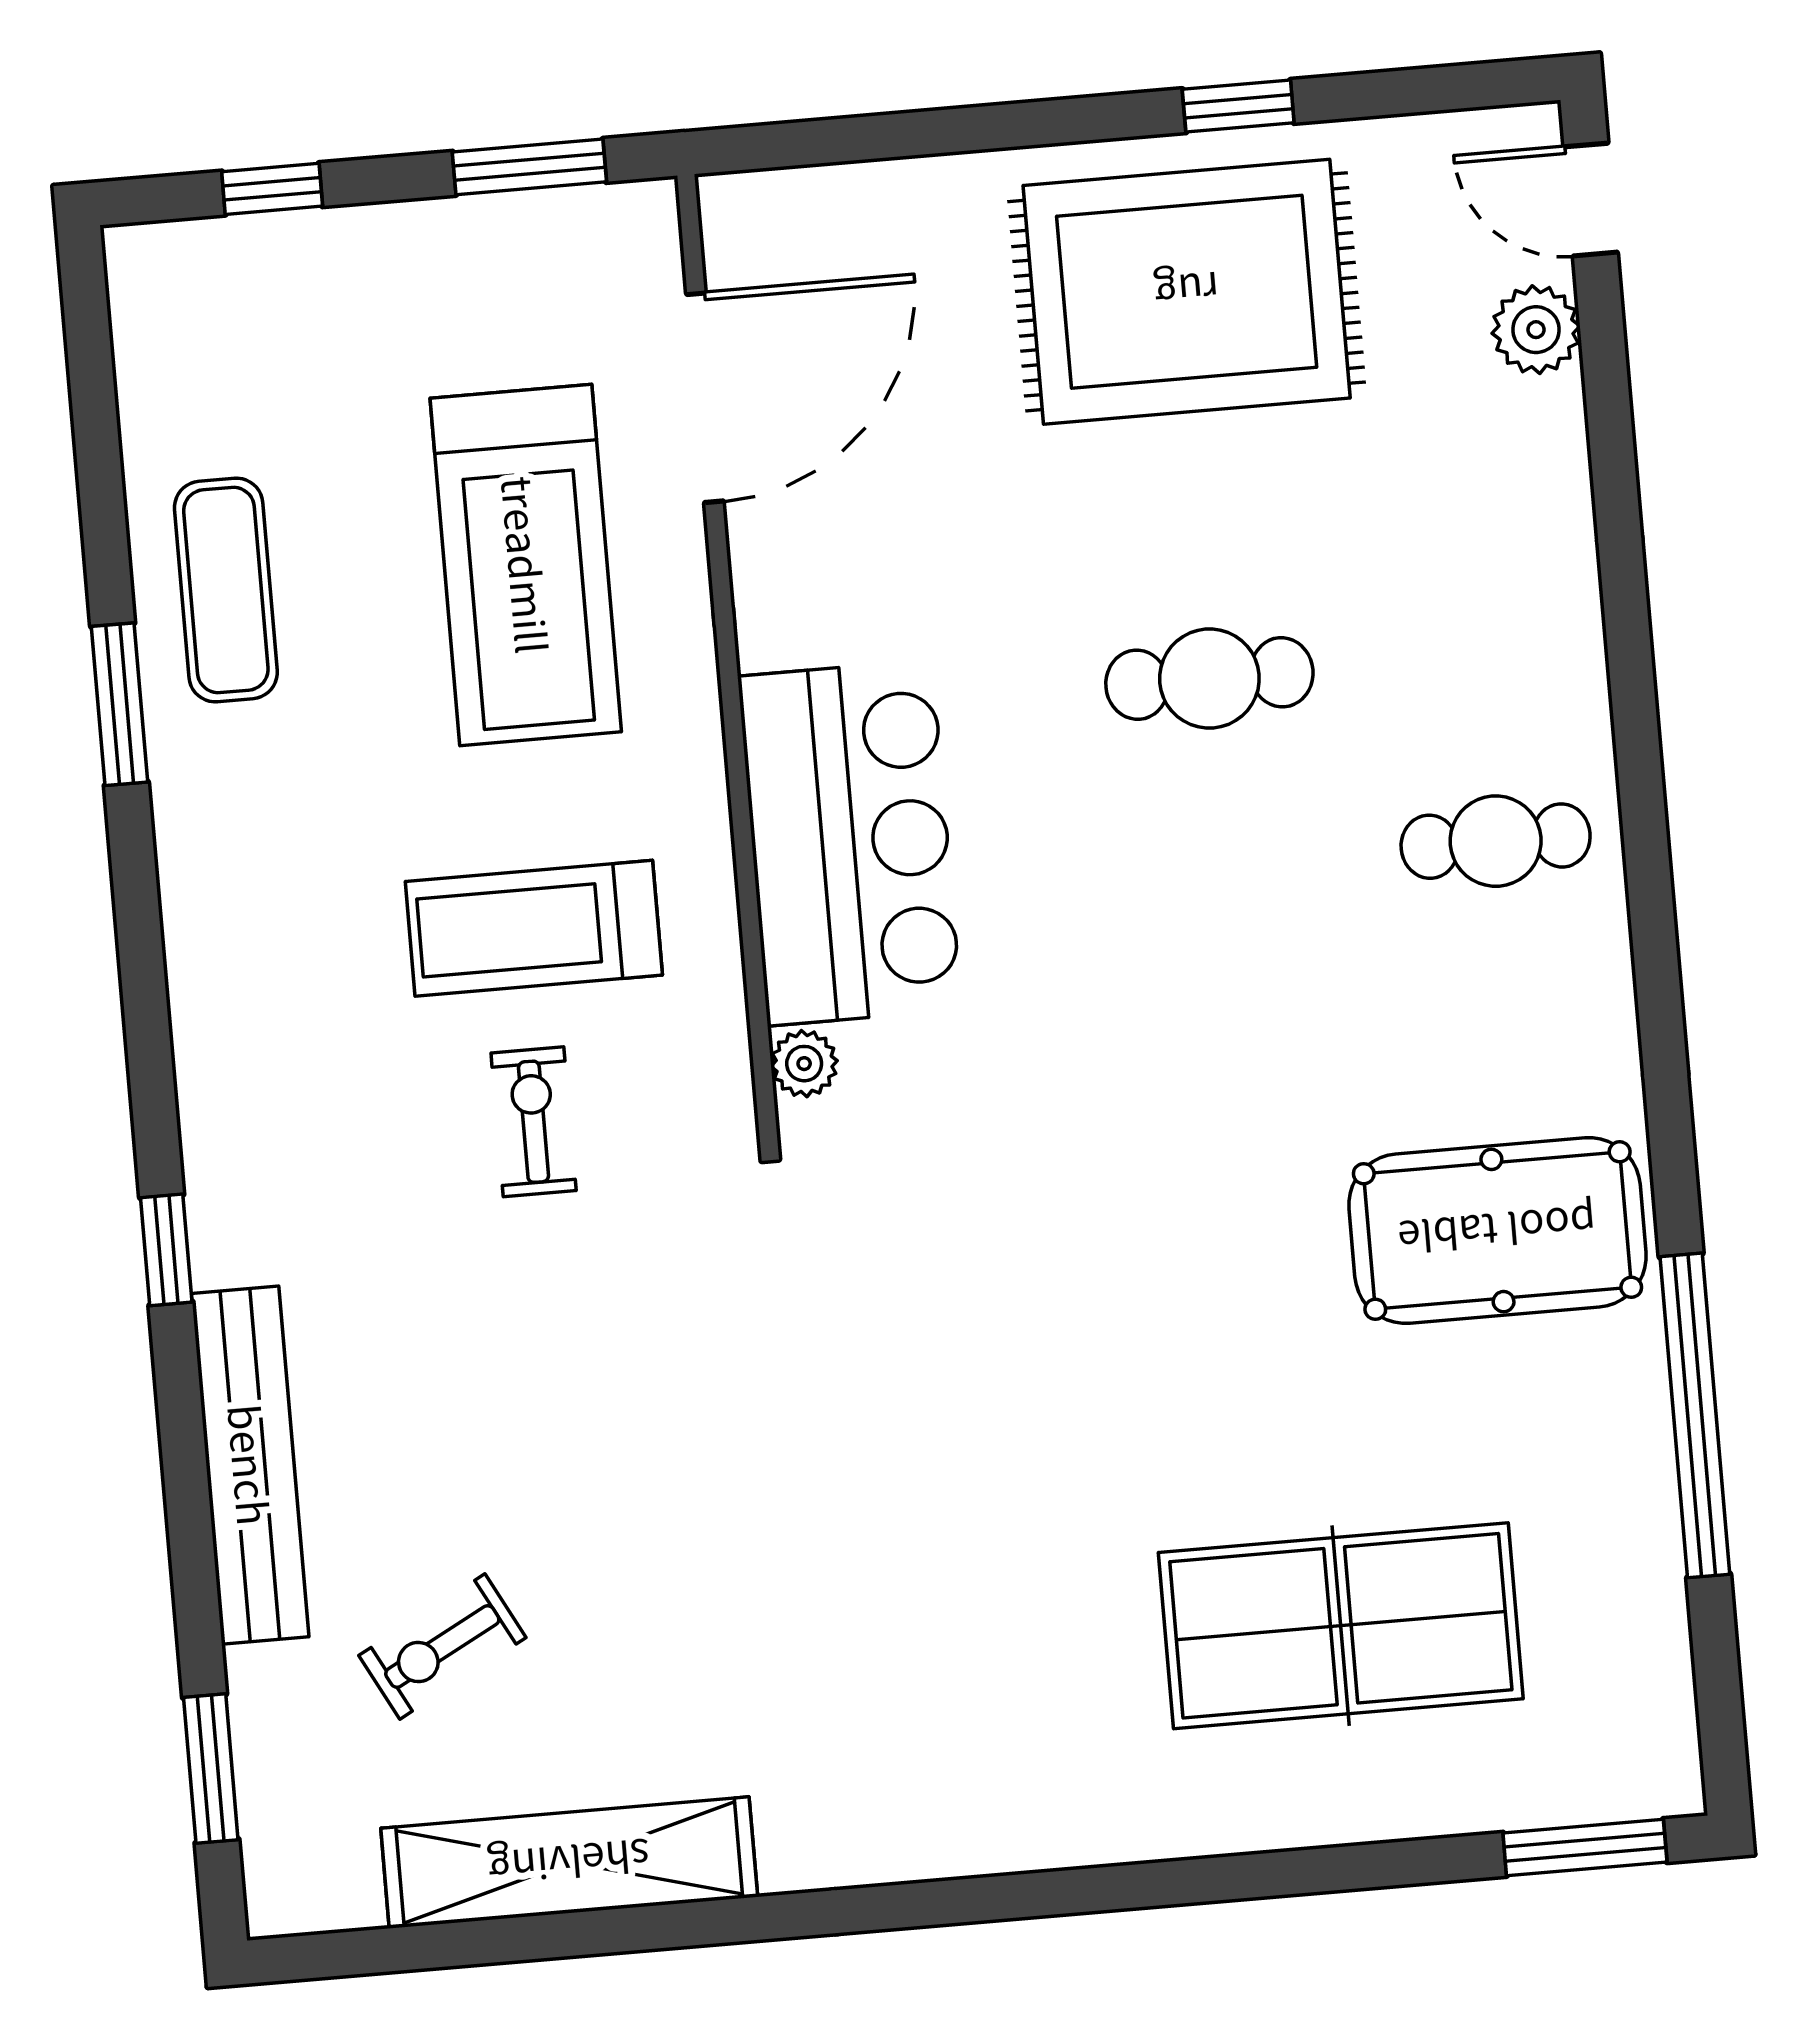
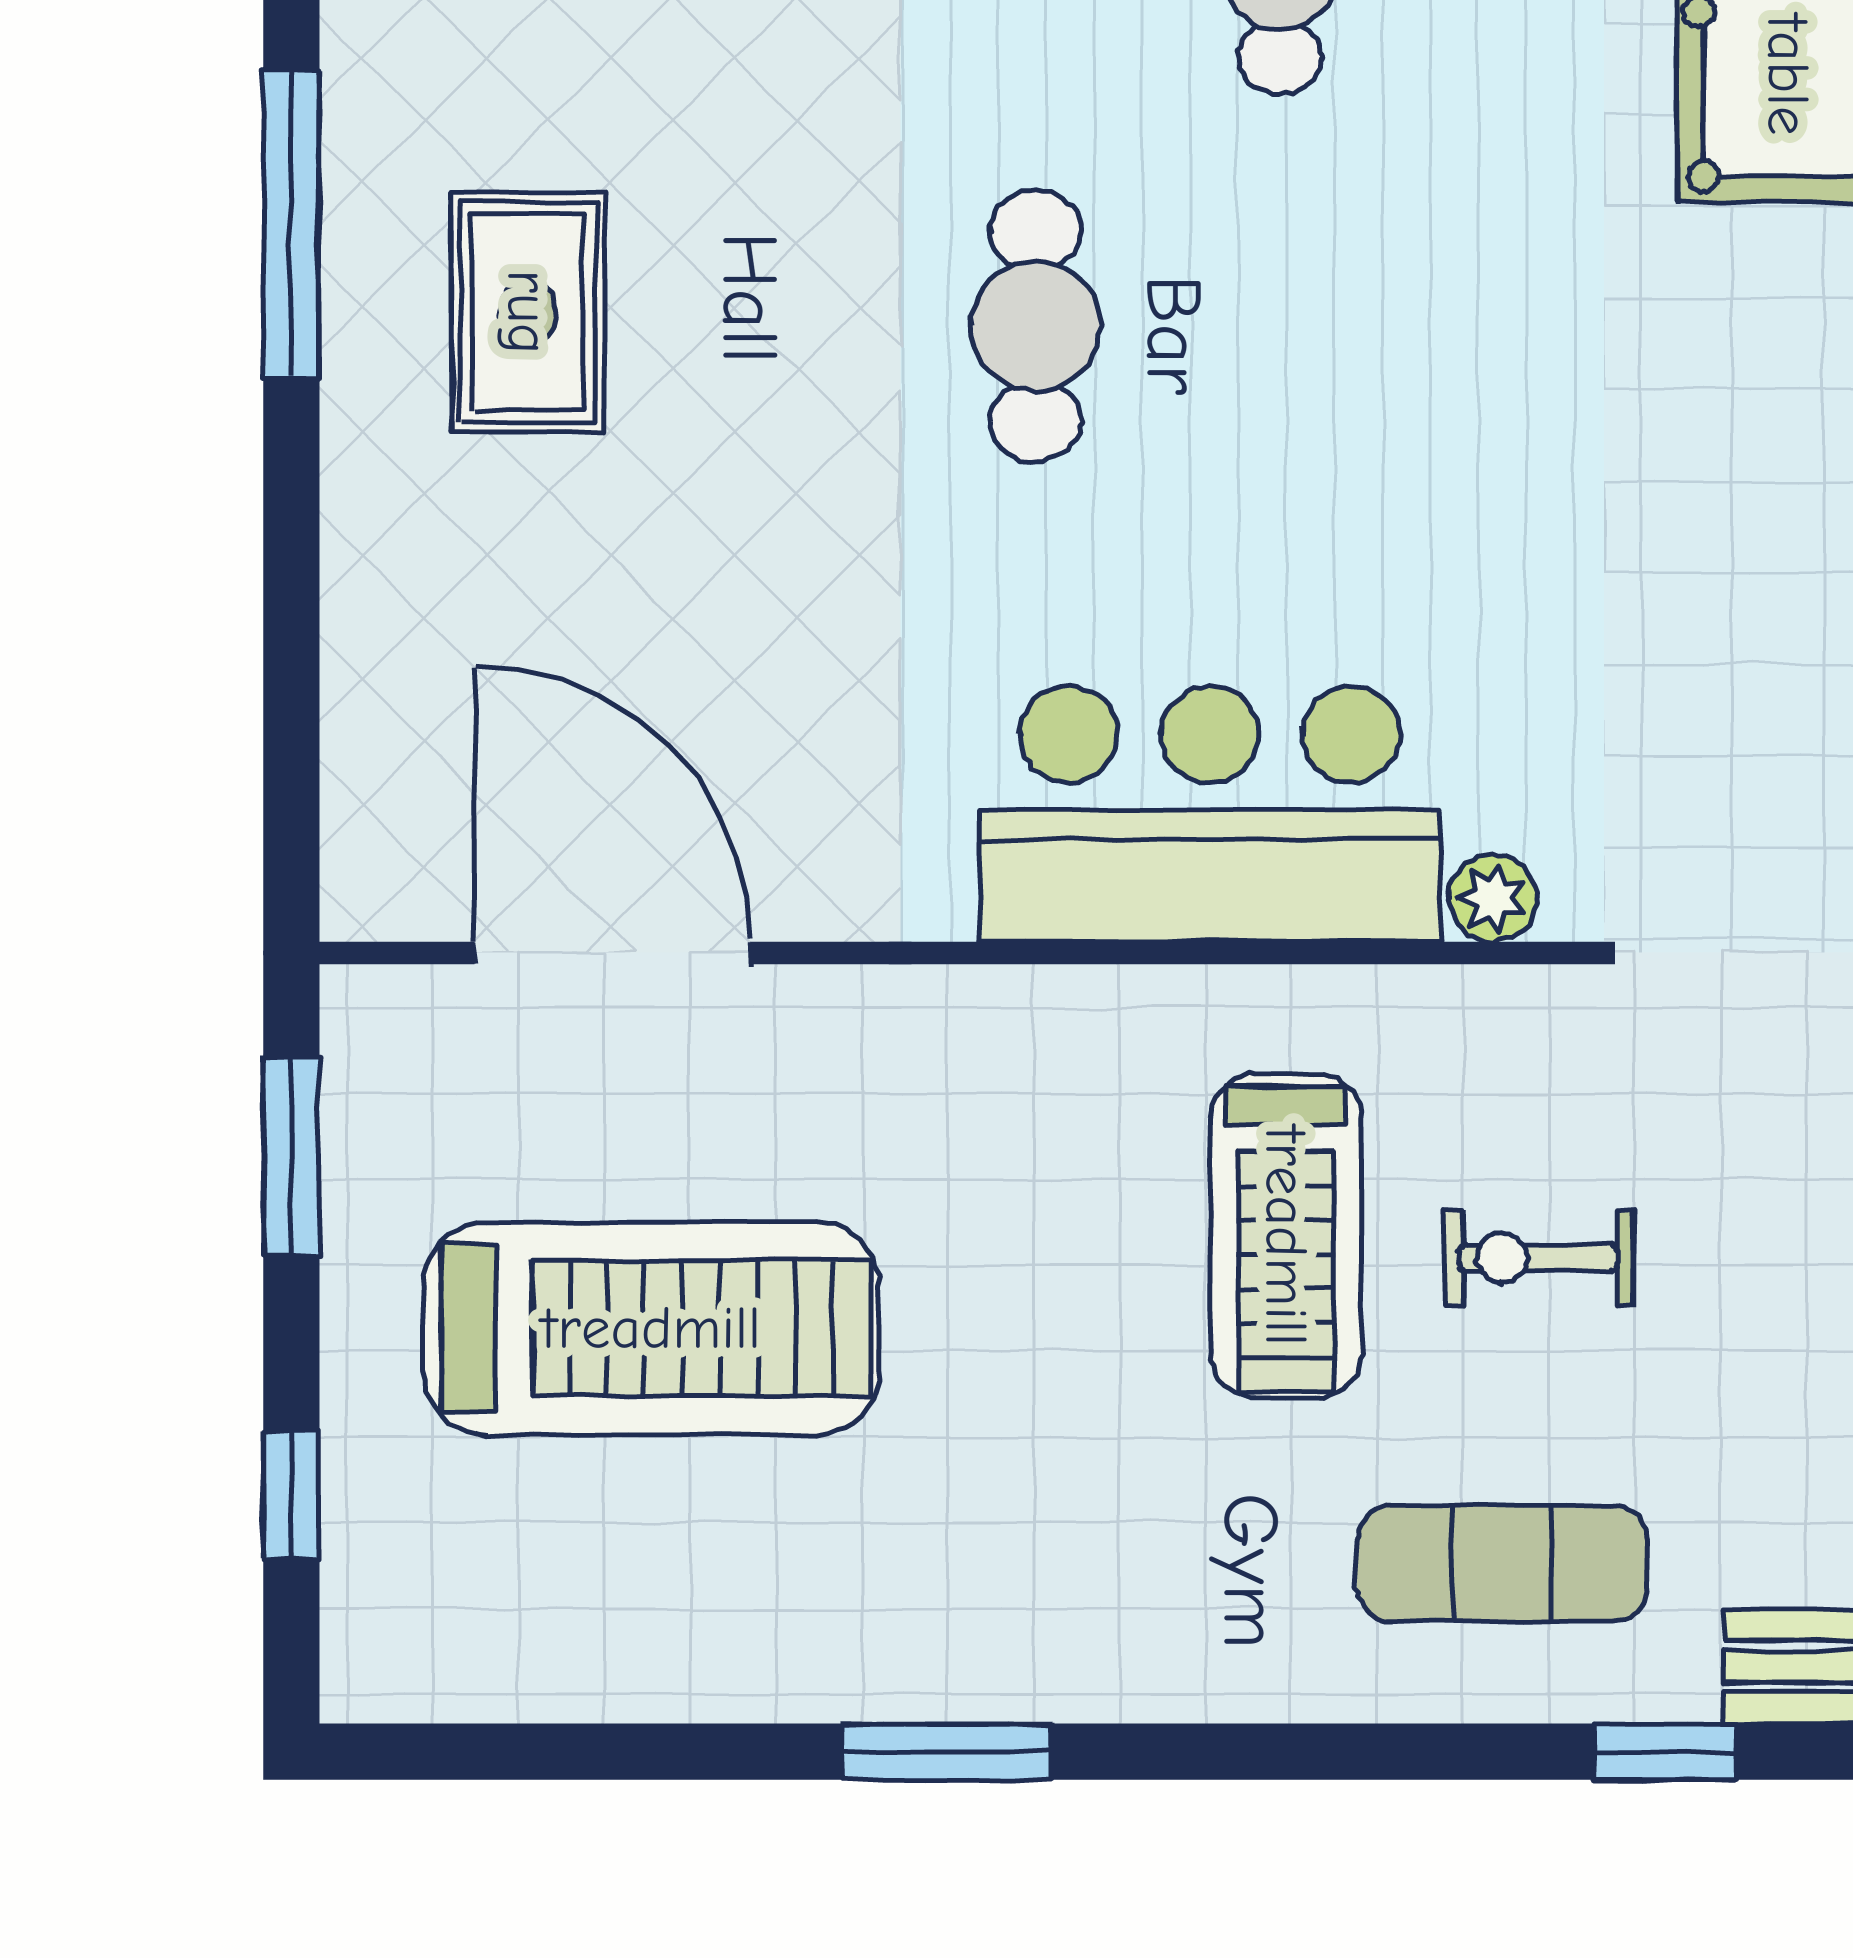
window: (1238, 106) -> (291, 224), width x2.17
rug: (1187, 292) -> (528, 312), width x0.54, depth x0.49
treadmill: (526, 565) -> (651, 1328), moved
exercise mat: (226, 590) -> (1502, 1563), moved

